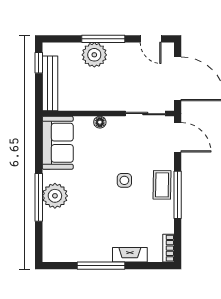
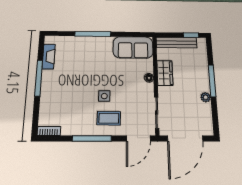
door: (151, 39) -> (215, 117), removed
plant: (94, 55) -> (206, 97), moved, width x0.53, depth x0.53
wardrobe: (93, 101) -> (165, 73), added
coffee table: (162, 185) -> (109, 118), moved
plant: (55, 196) -> (94, 45), removed
fireplace: (130, 255) -> (49, 57), moved

